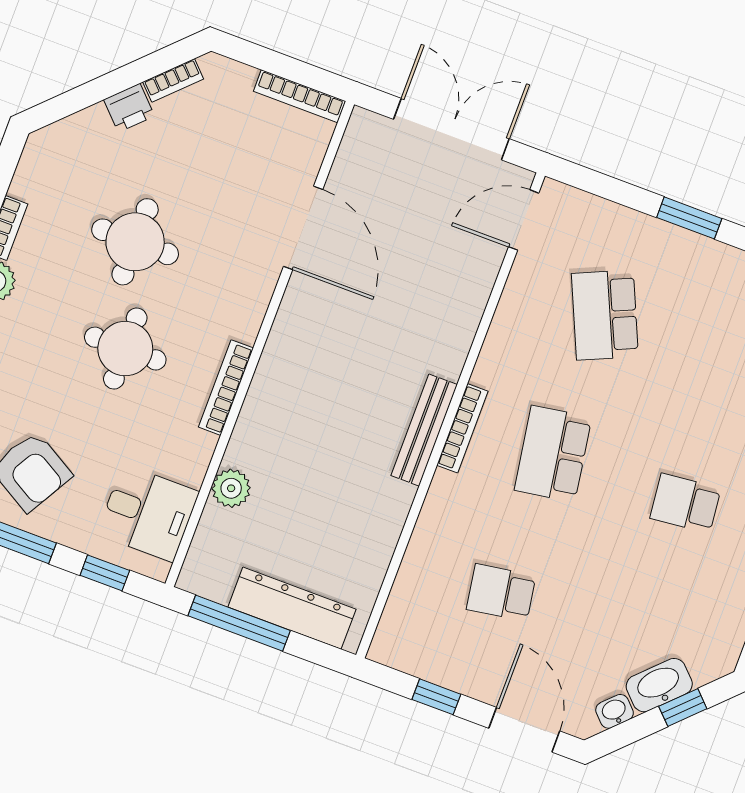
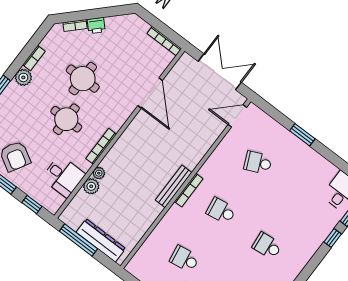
bookcase: (173, 80) -> (75, 25), moved
school desk: (605, 315) -> (258, 163), width x0.54
plant: (240, 452) -> (99, 173), added
school desk: (553, 454) -> (221, 211), width x0.54
desk: (148, 513) -> (63, 176), moved

